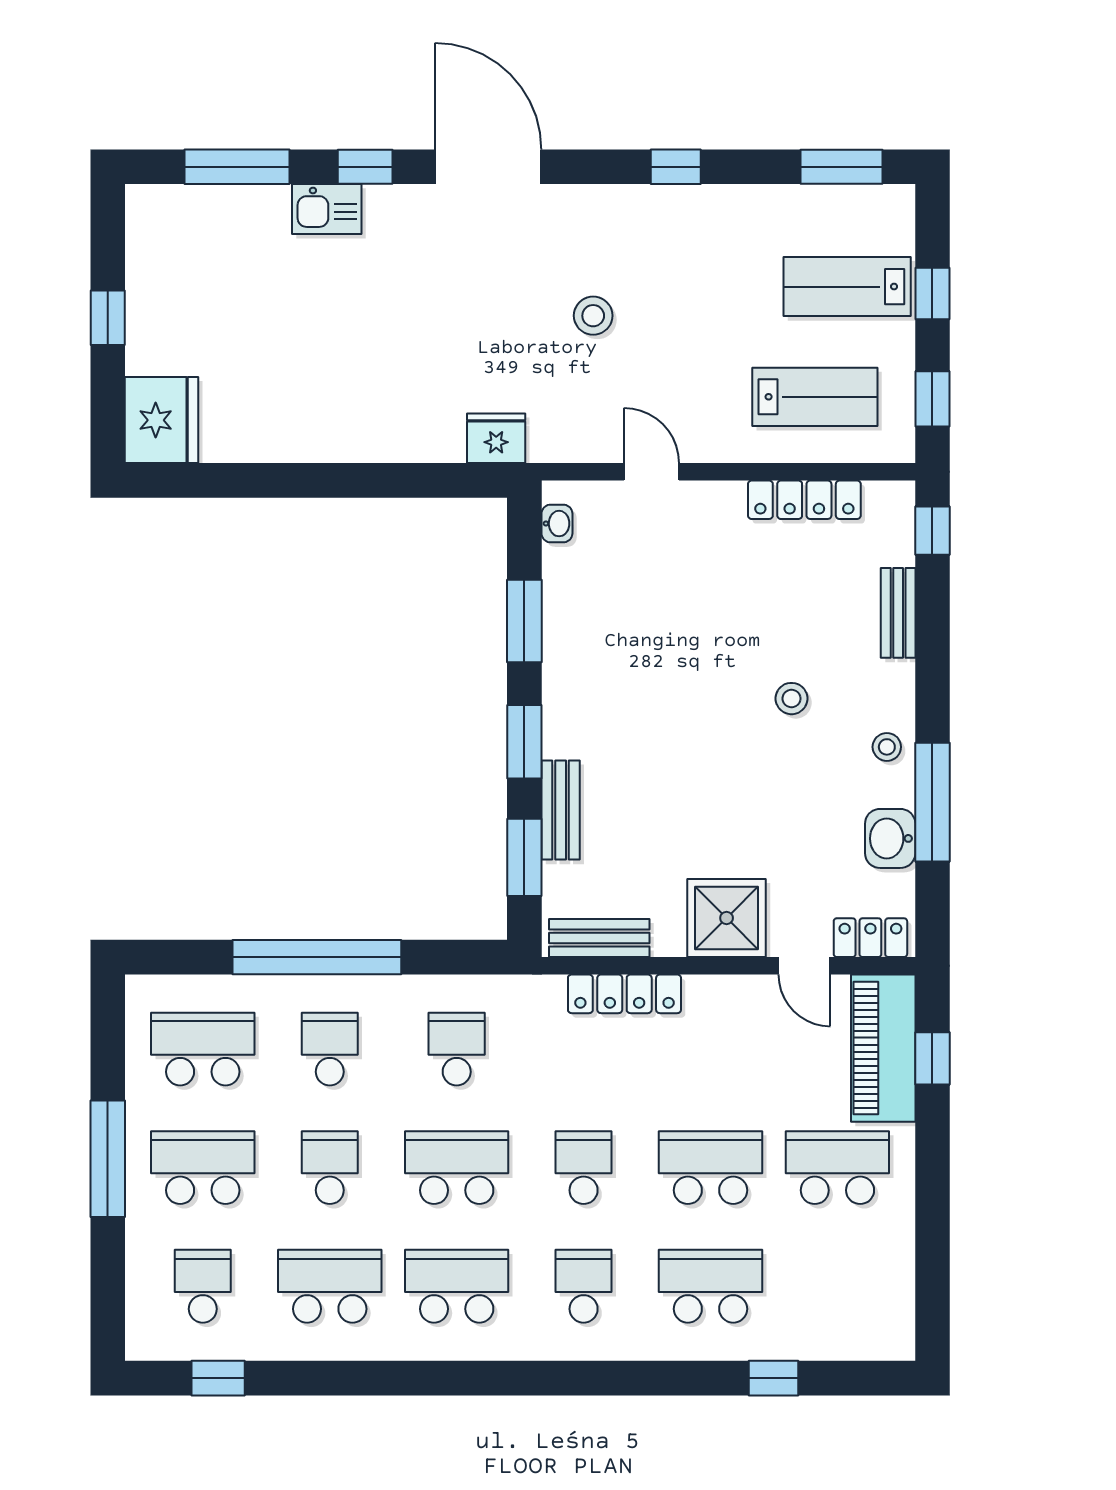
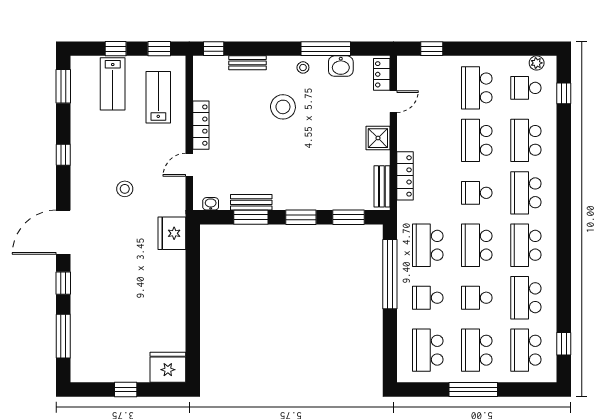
kitchen sink: (327, 209) -> (81, 299), removed
fridge: (496, 438) -> (172, 233), width x1.36, depth x1.34
locker: (804, 500) -> (201, 125), moved
stool: (792, 699) -> (283, 107), width x1.89, depth x1.89
bench: (561, 810) -> (251, 202), moved
shower: (727, 918) -> (378, 138), width x0.73, depth x0.73
window: (317, 957) -> (390, 274), moved
piano: (883, 1048) -> (427, 69), removed
school desk: (457, 1049) -> (428, 245), width x1.85
school desk: (203, 1286) -> (526, 350), width x1.85
school desk: (584, 1286) -> (526, 193), width x1.85
school desk: (837, 1286) -> (526, 88), added
plant: (898, 1312) -> (537, 63), added
window: (774, 1378) -> (564, 93), moved

